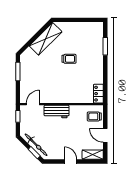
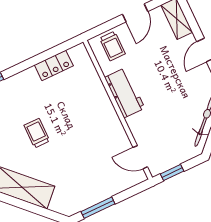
locker: (98, 94) -> (54, 65), moved
workbench: (57, 112) -> (125, 93), moved

